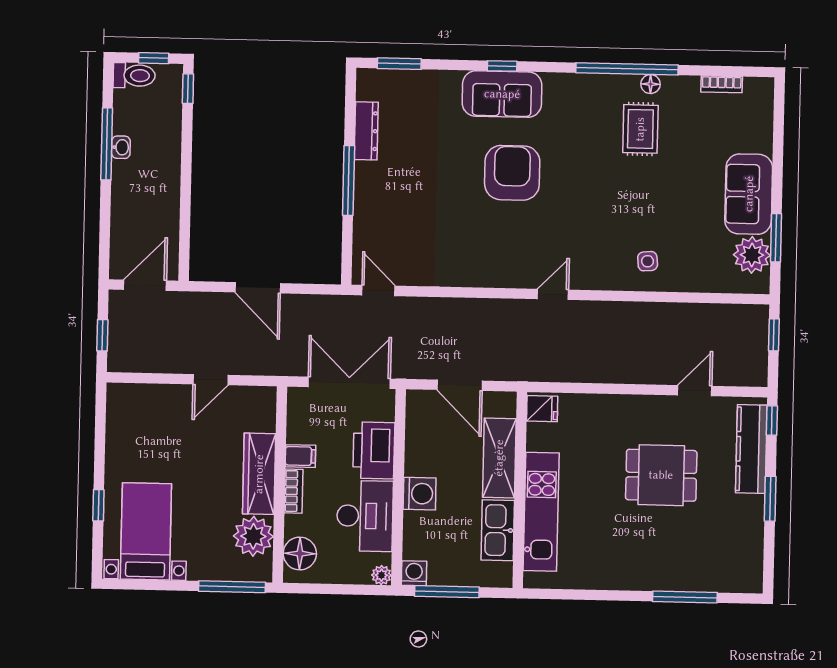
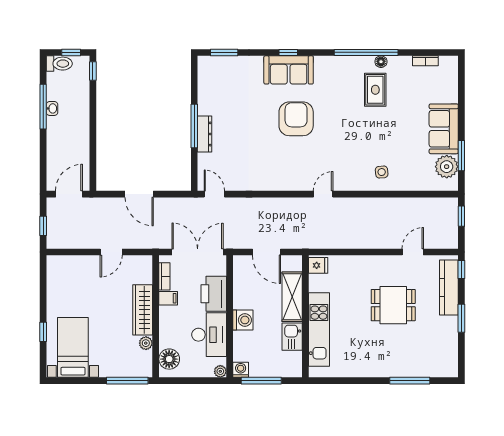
dresser: (366, 131) -> (205, 134), moved
bookcase: (294, 491) -> (164, 276), moved
kitchen sink: (498, 530) -> (292, 337), width x0.73
plant: (253, 536) -> (146, 343), width x0.53, depth x0.53

